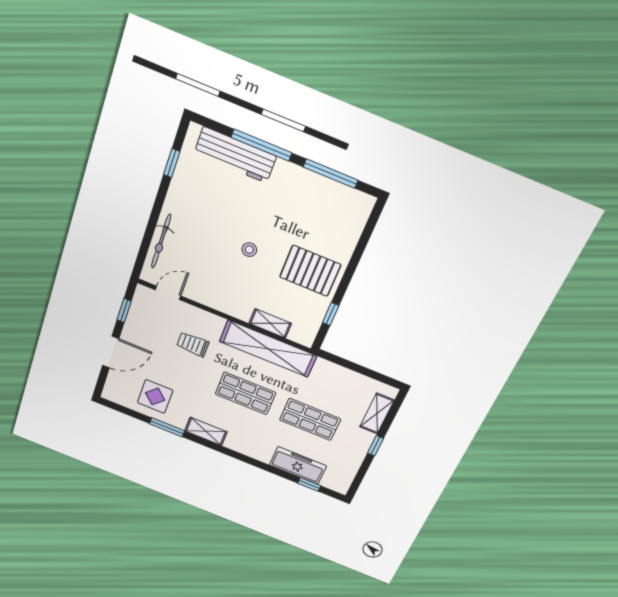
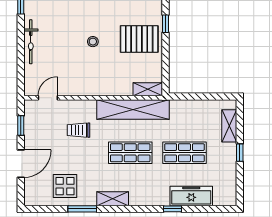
bicycle: (161, 241) -> (31, 42), moved
window: (331, 314) -> (165, 24), moved
shelving: (270, 323) -> (148, 89), moved
window: (309, 484) -> (172, 209), moved

